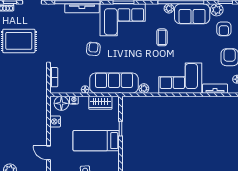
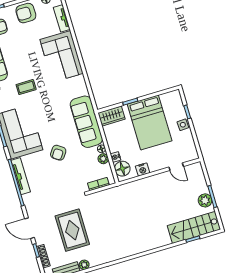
armchair: (93, 49) -> (58, 153), turned -61
plant: (144, 88) -> (103, 159), moved
wardrobe: (100, 103) -> (112, 116), moved, turned 90
bed: (96, 141) -> (150, 122), width x1.50
door: (49, 153) -> (176, 167), hinge flipped

